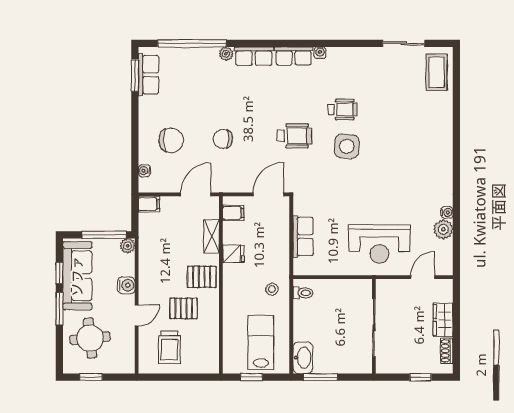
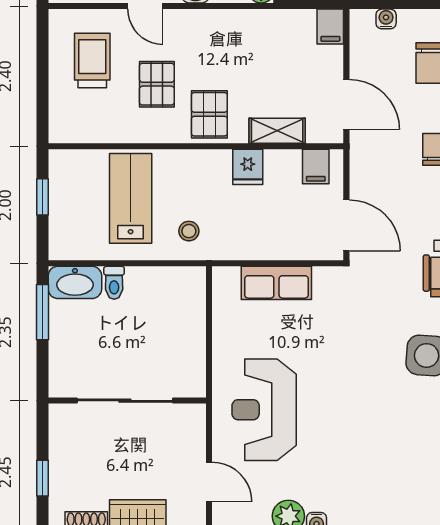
toilet: (303, 293) -> (114, 283), moved
lab bench: (261, 342) -> (131, 198), moved, turned -90
trolley: (169, 347) -> (92, 60), turned 90

